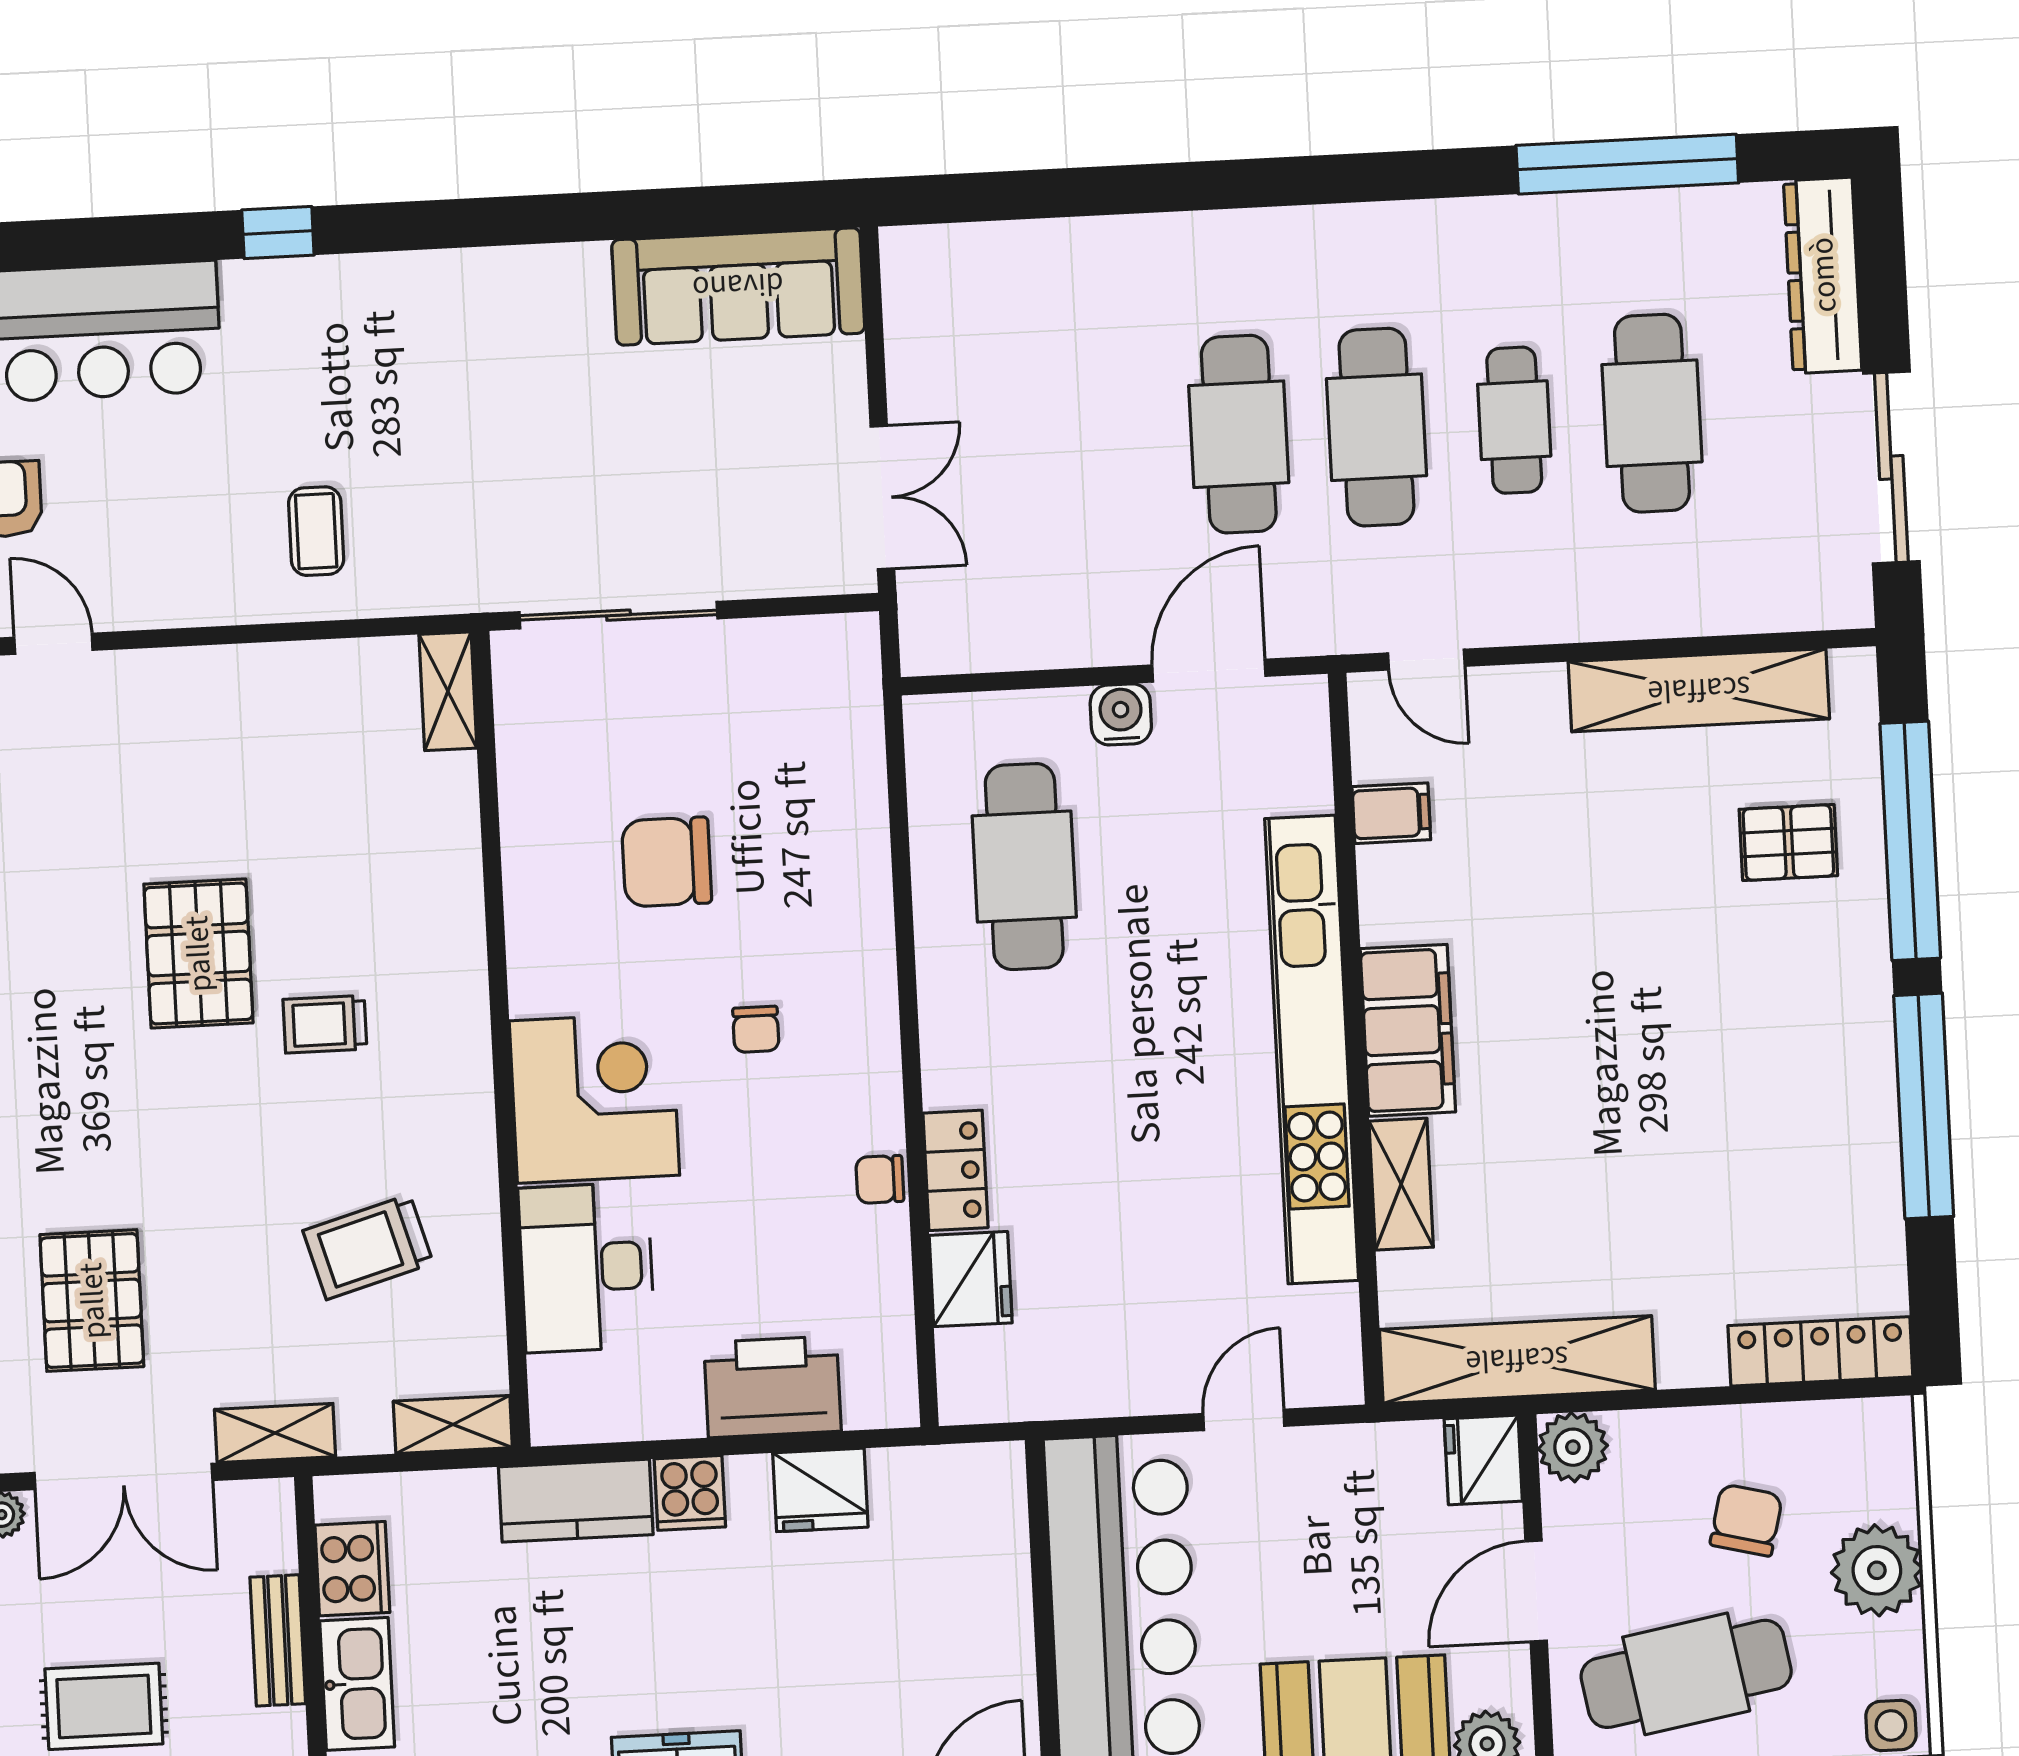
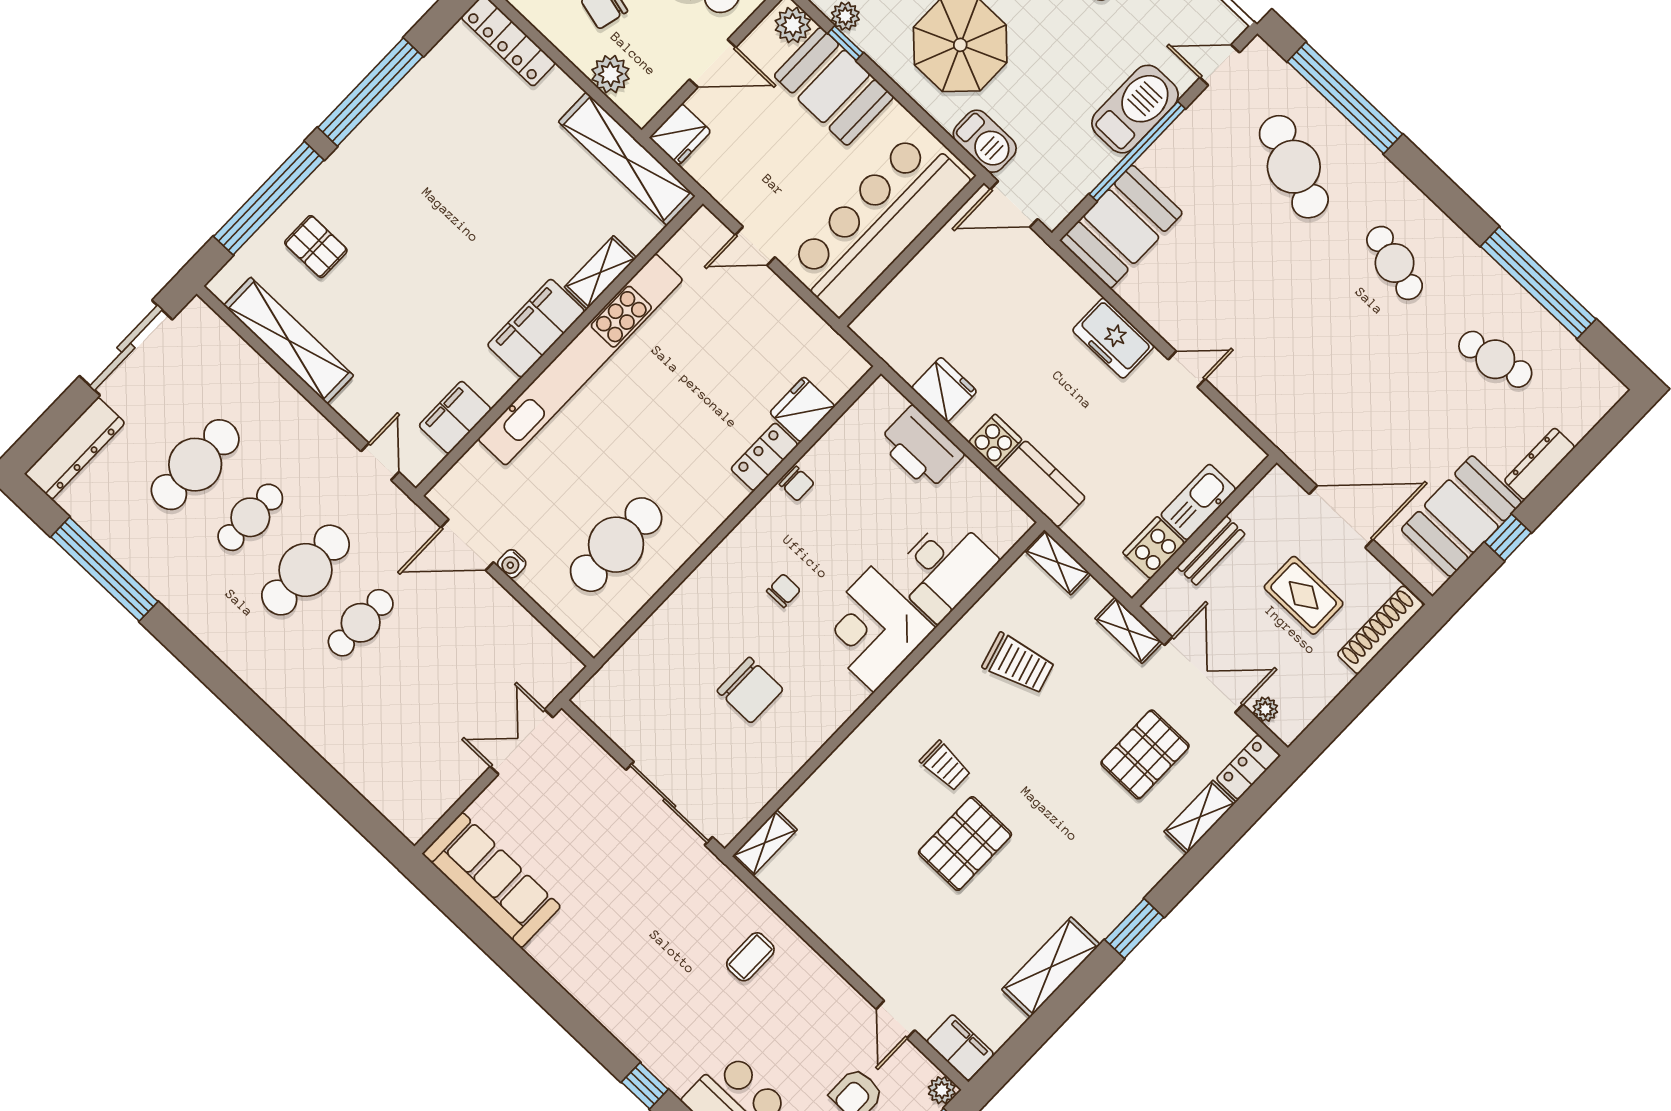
cafe table: (1239, 434) -> (361, 623), width x0.73, depth x0.74
water cooler: (1121, 714) -> (512, 564), width x0.72, depth x0.72
filing cabinet: (1391, 813) -> (455, 417), width x2.00
plant: (1573, 1447) -> (610, 74), moved

